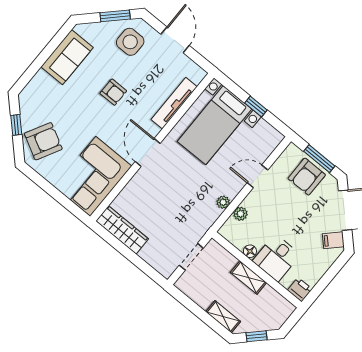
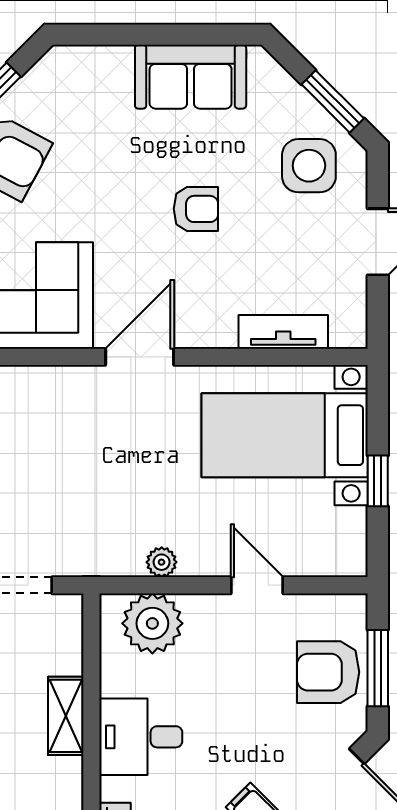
armchair: (113, 92) -> (196, 209), turned -90
tv unit: (174, 103) -> (283, 332), width x0.71
plant: (240, 214) -> (152, 623), width x1.87, depth x1.87
floor lamp: (250, 251) -> (114, 681), removed

